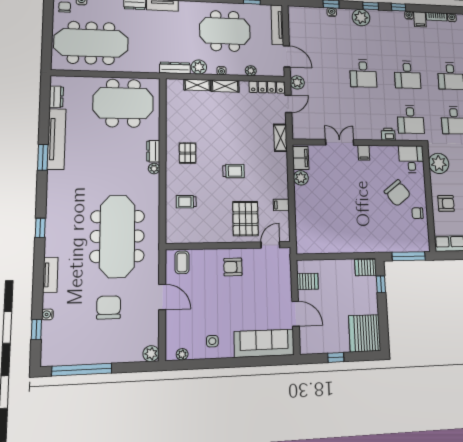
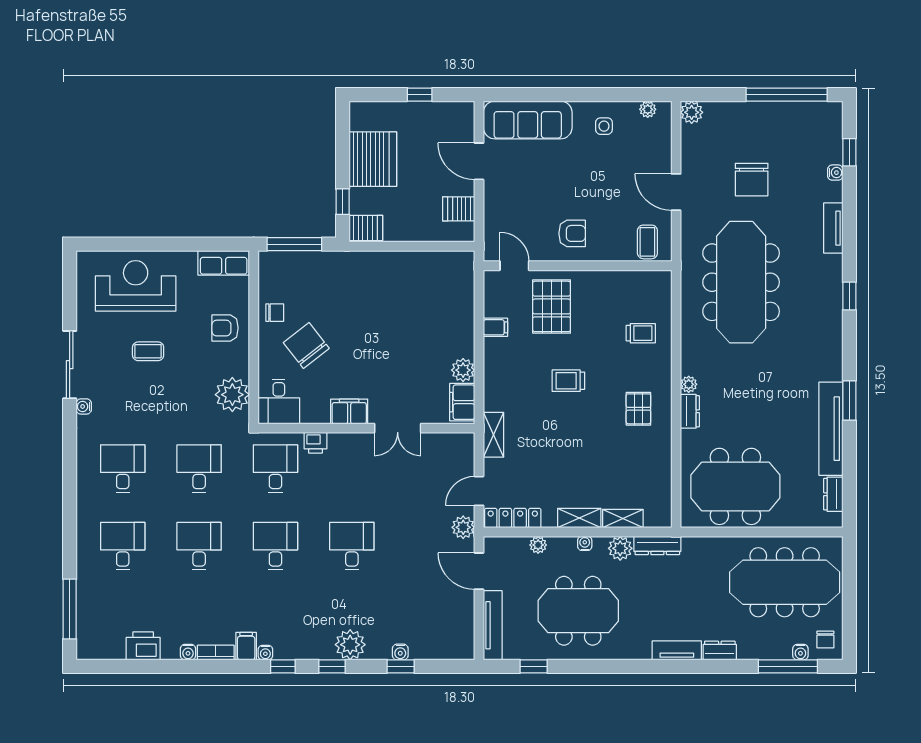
filing cabinet: (364, 153) -> (349, 411), width x2.00
door: (270, 245) -> (514, 266), swing flipped
server rack: (365, 333) -> (373, 159), moved

